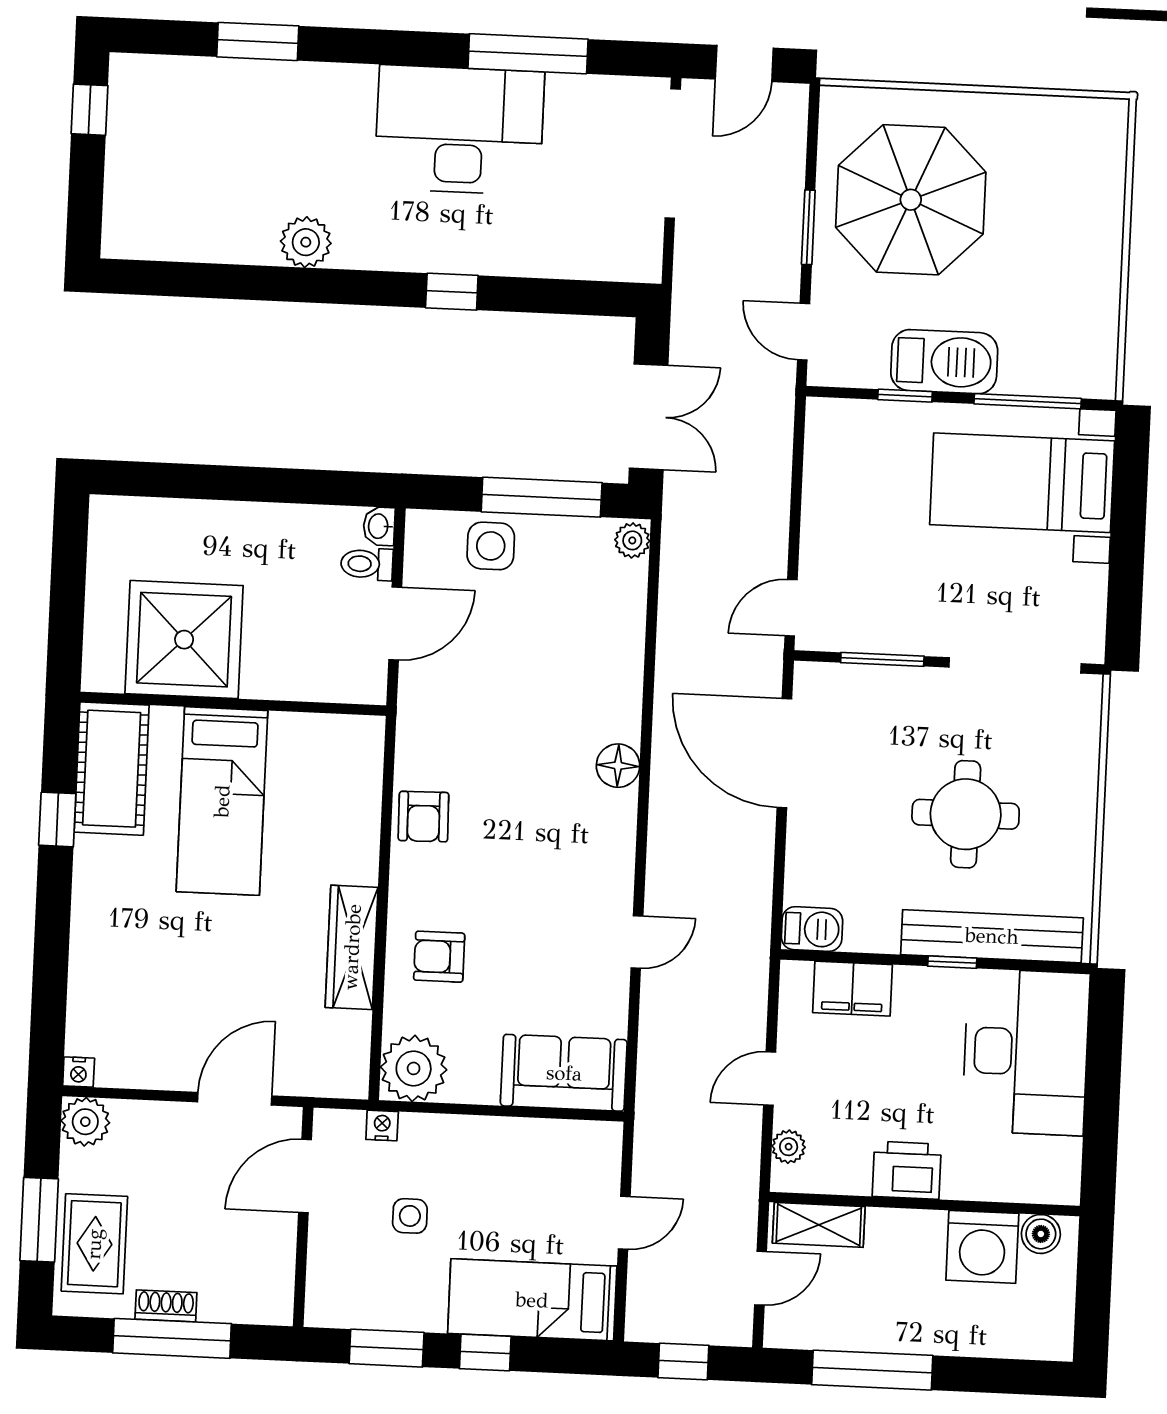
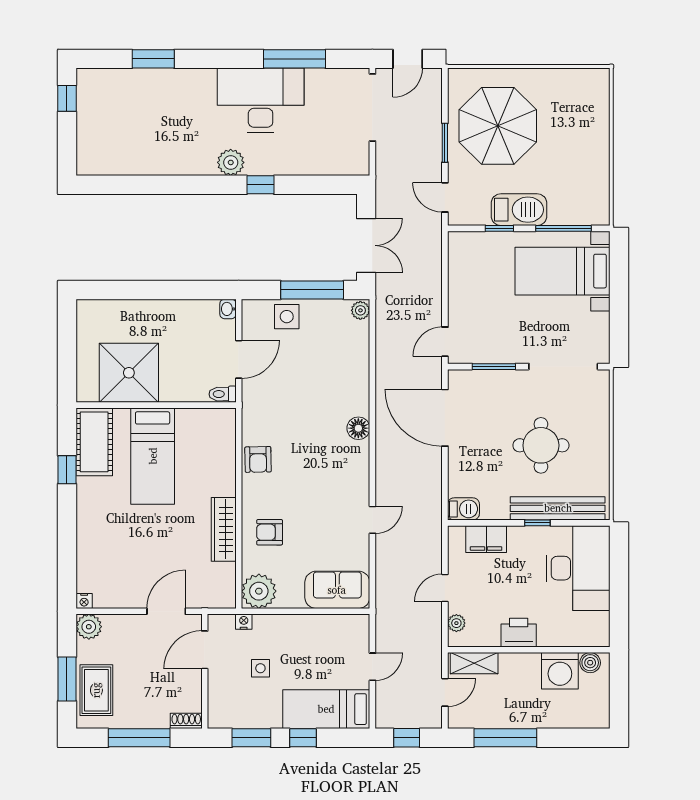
plant: (306, 242) -> (231, 162), moved
toilet: (367, 564) -> (223, 394), moved
shoe rack: (166, 1306) -> (186, 721), moved

